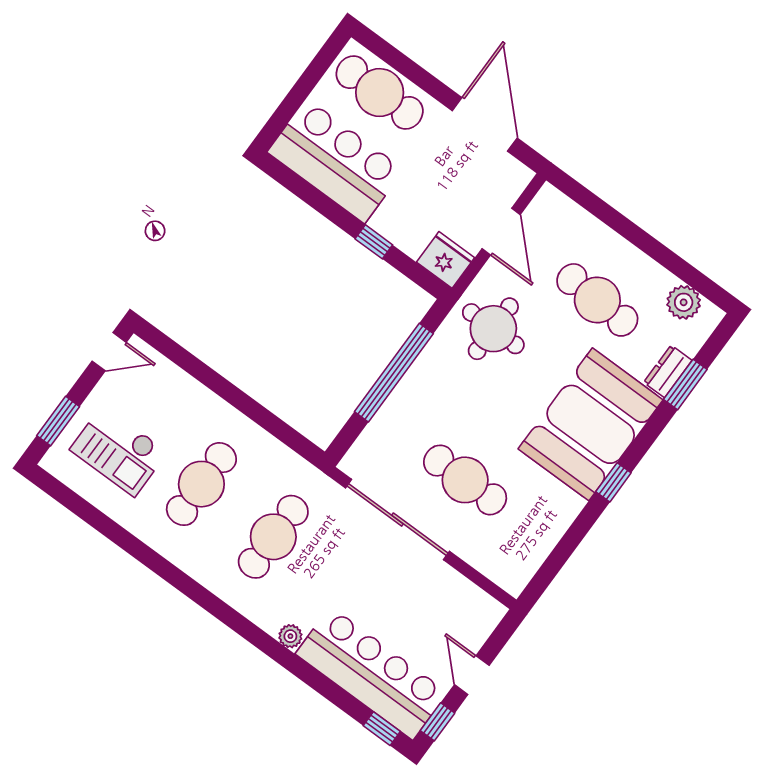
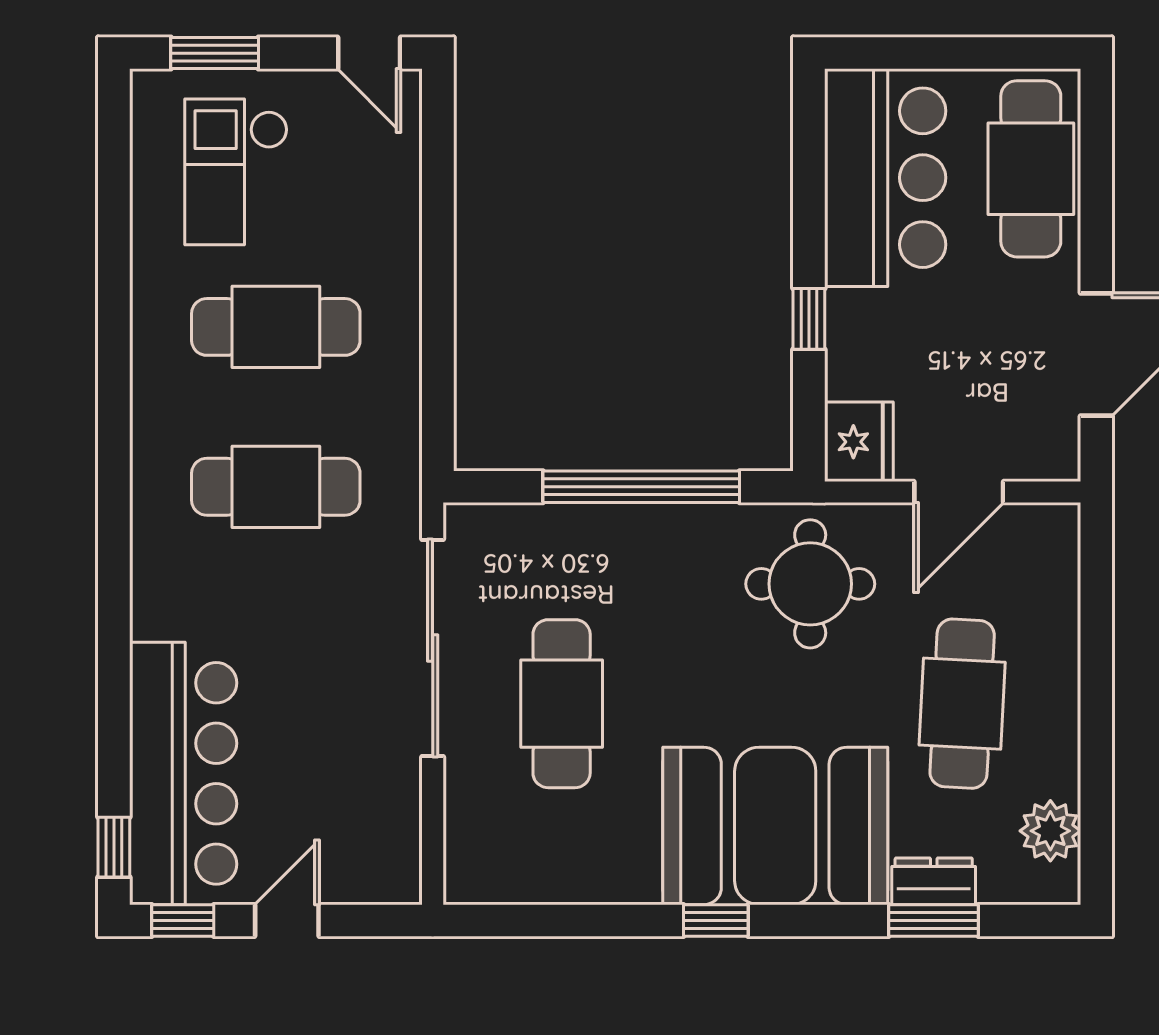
plant: (290, 636) -> (150, 617), removed

